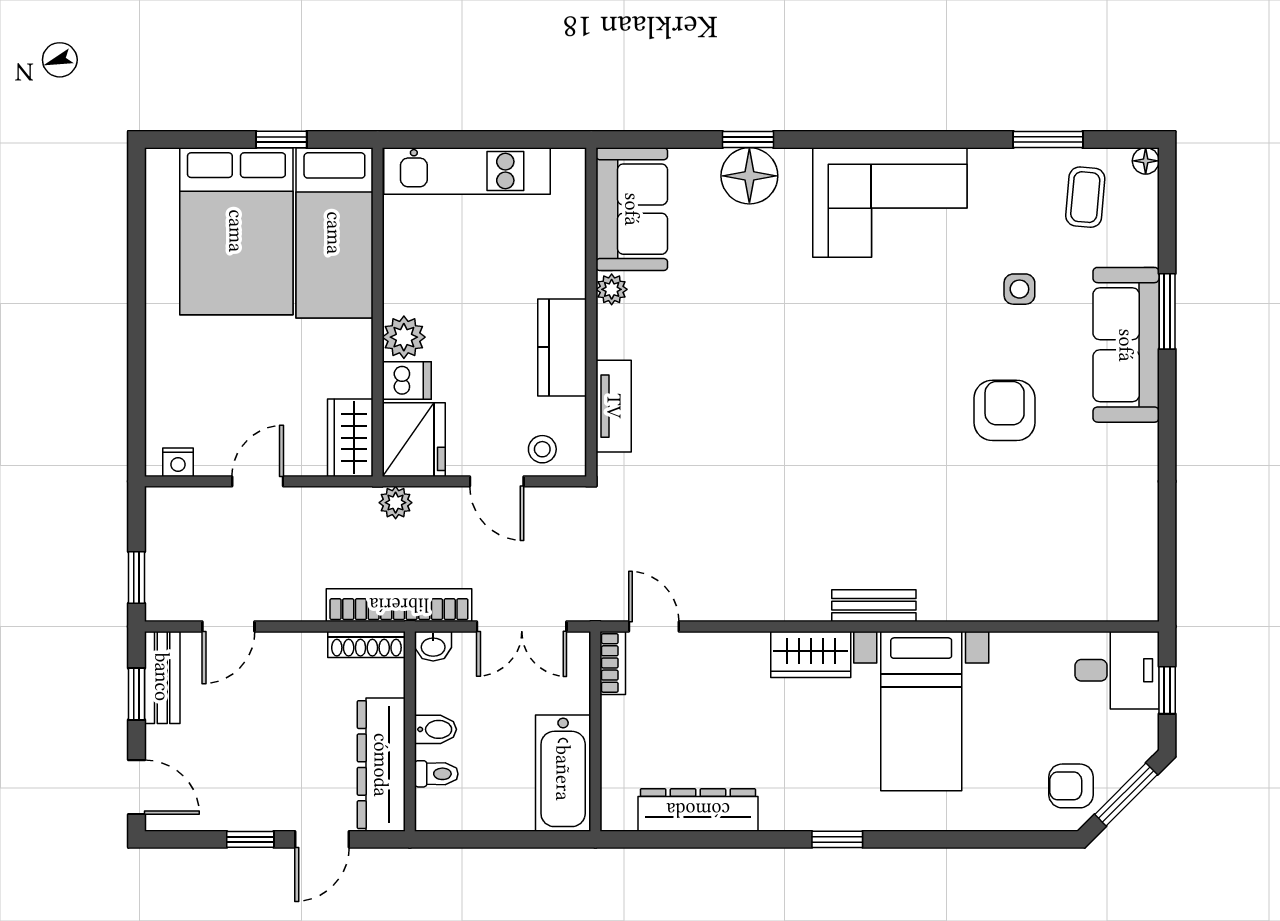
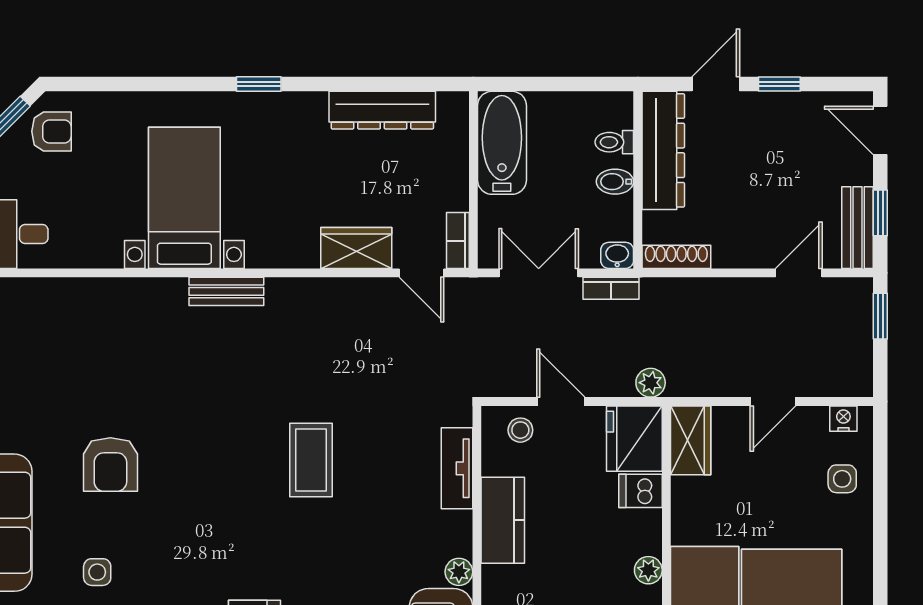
plant: (404, 337) -> (648, 570), moved, width x0.73, depth x0.73
side table: (179, 394) -> (842, 479), added
coffee table: (778, 415) -> (311, 460), added
bookcase: (399, 605) -> (611, 288), width x0.43, depth x0.76
wardrobe: (811, 655) -> (356, 248), moved

